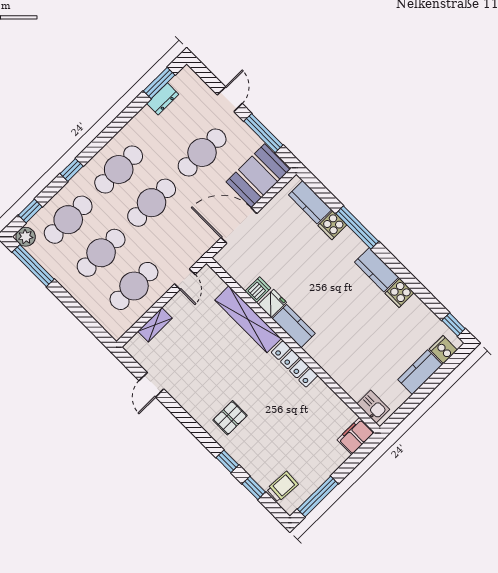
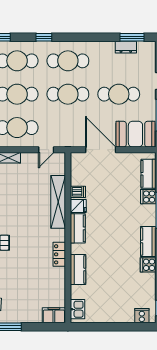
locker: (295, 364) -> (59, 254), width x0.66
kitchen counter: (420, 372) -> (78, 269), moved, turned 90

